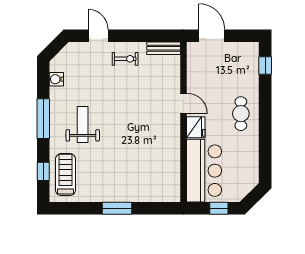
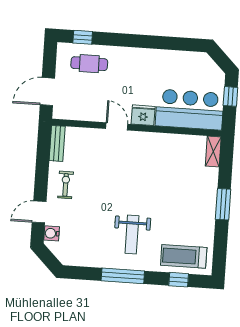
water cooler: (56, 79) -> (52, 233), moved, turned 90
door: (183, 103) -> (117, 126), hinge flipped
cafe table: (241, 114) -> (89, 64), moved
weight bench: (83, 124) -> (132, 235), turned -90
shelving: (166, 196) -> (213, 152), added

